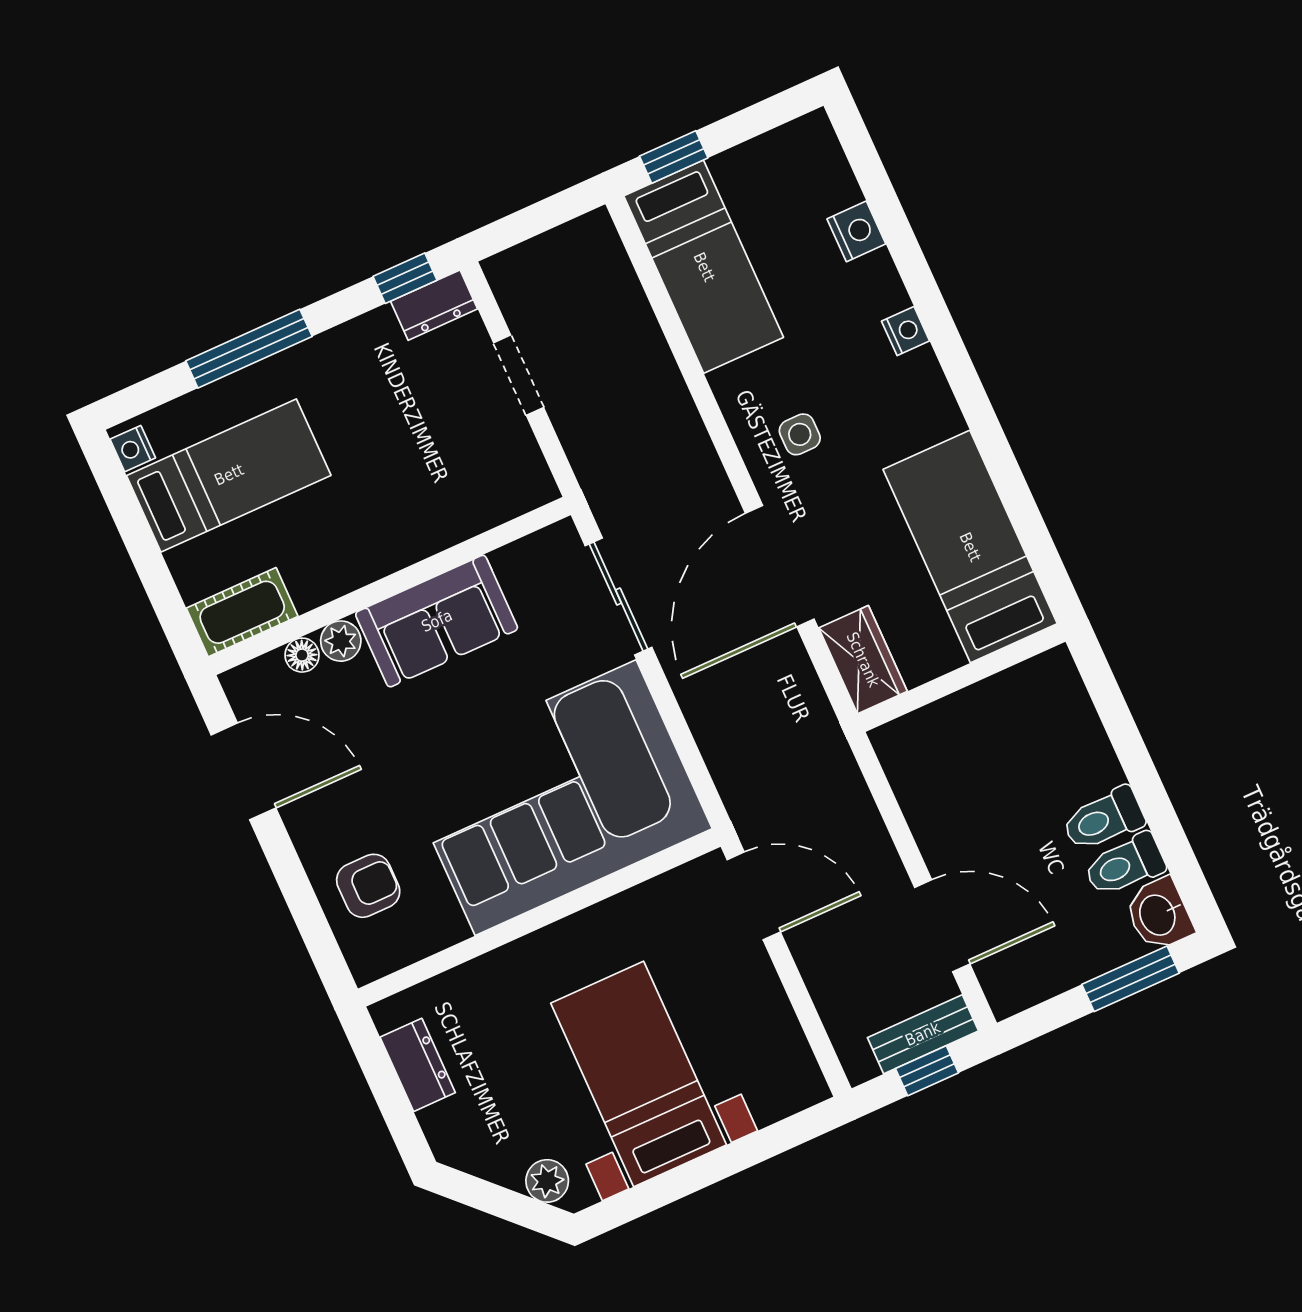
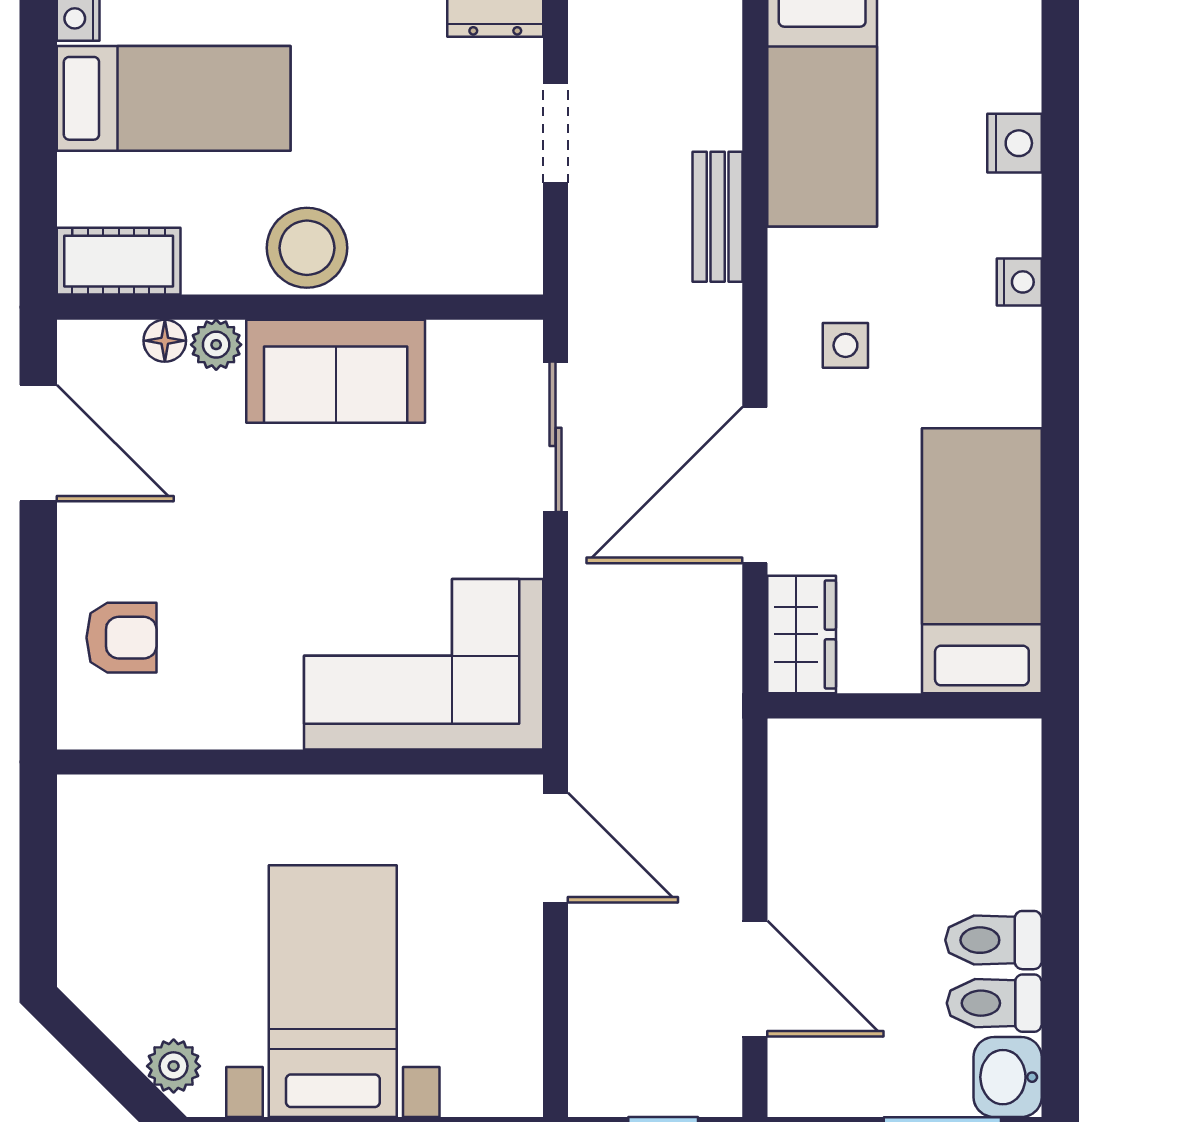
stool: (375, 541) -> (307, 248), added
corner sofa: (556, 798) -> (424, 664), width x0.73, depth x0.74
bench: (923, 1034) -> (718, 217), moved, turned 90
dresser: (418, 1065) -> (86, 867), removed

